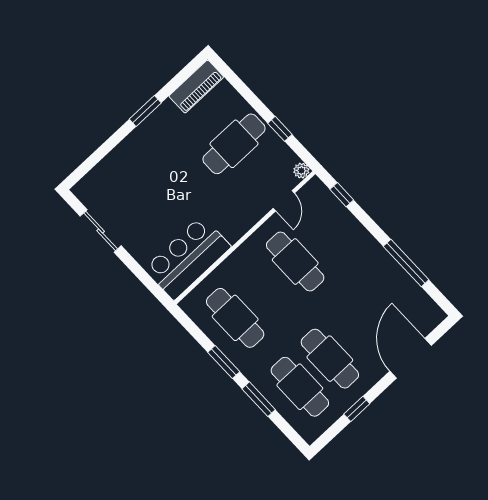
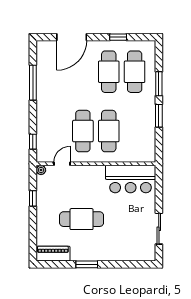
cafe table: (234, 144) -> (82, 219), moved
cafe table: (235, 318) -> (109, 131), moved

